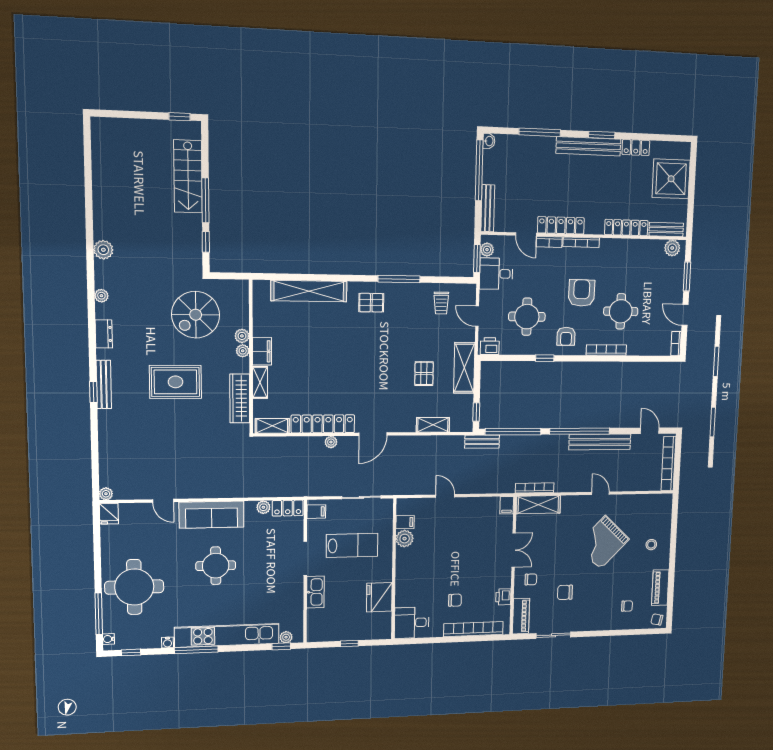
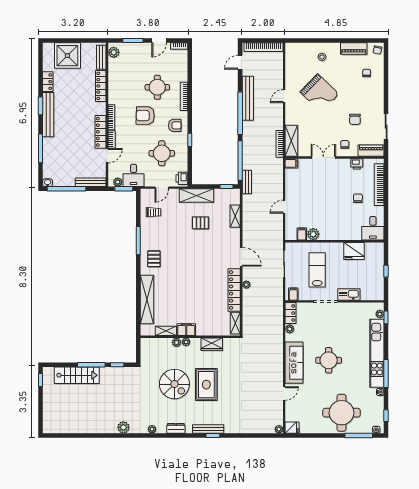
spiral stairs: (196, 315) -> (174, 384), moved
shelving: (260, 383) -> (166, 331), moved
wardrobe: (240, 398) -> (212, 344), width x0.67

